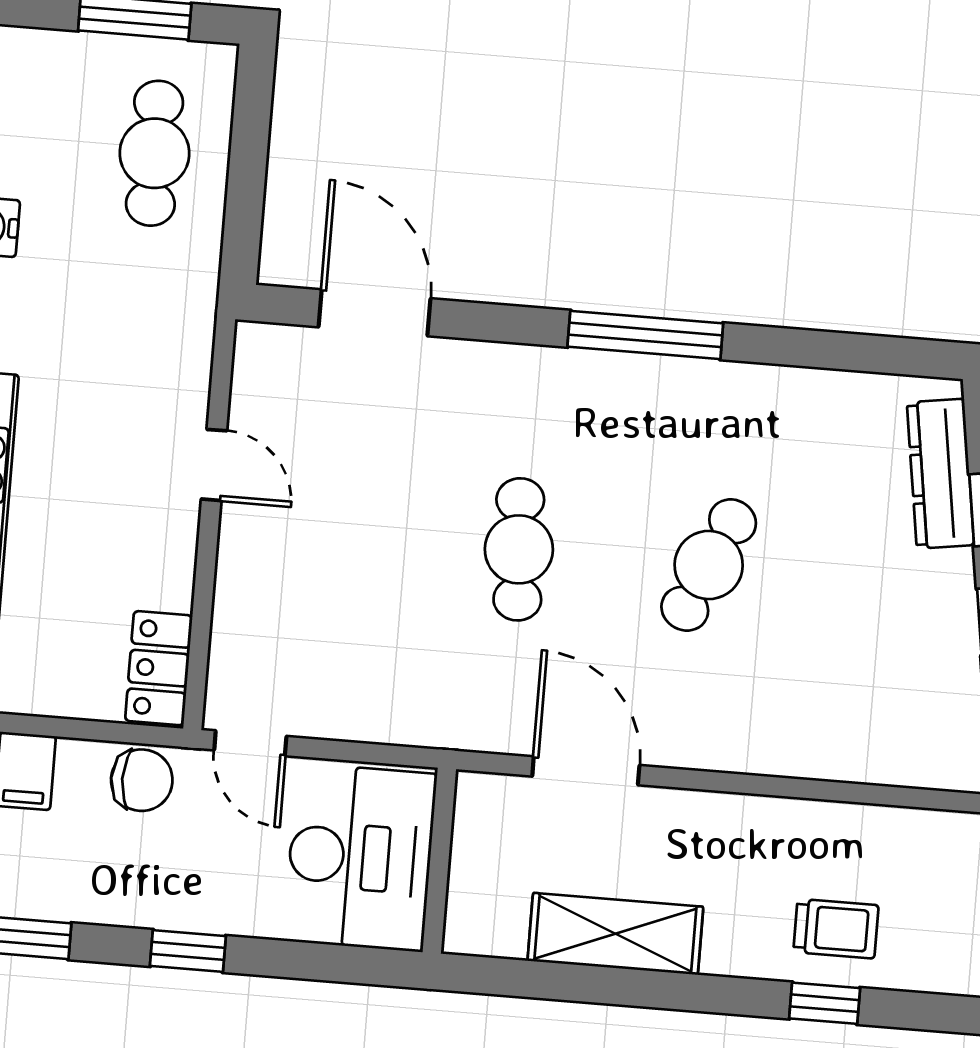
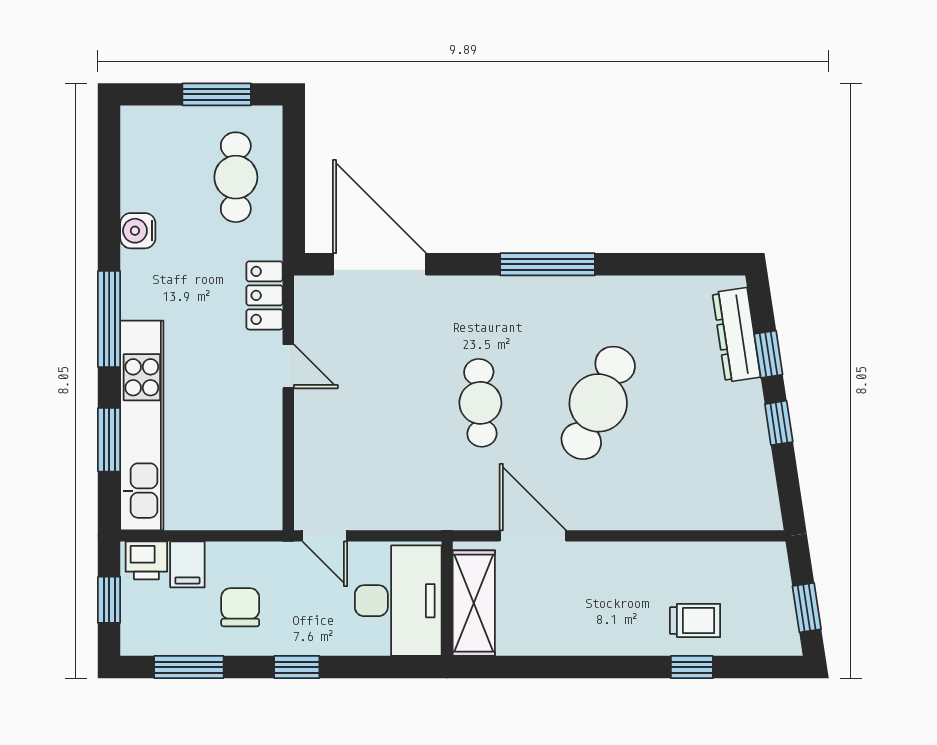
door: (374, 313) -> (379, 264), width x1.36
cafe table: (709, 565) -> (598, 403), width x1.37, depth x1.35
locker: (159, 668) -> (265, 295), moved
chair: (142, 780) -> (240, 607), moved, turned -90
shelving: (615, 934) -> (474, 603), moved, turned 90

